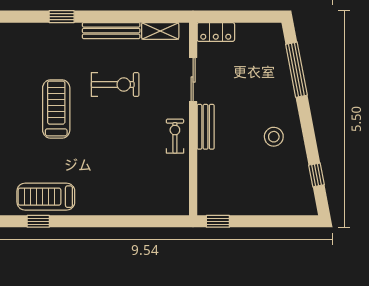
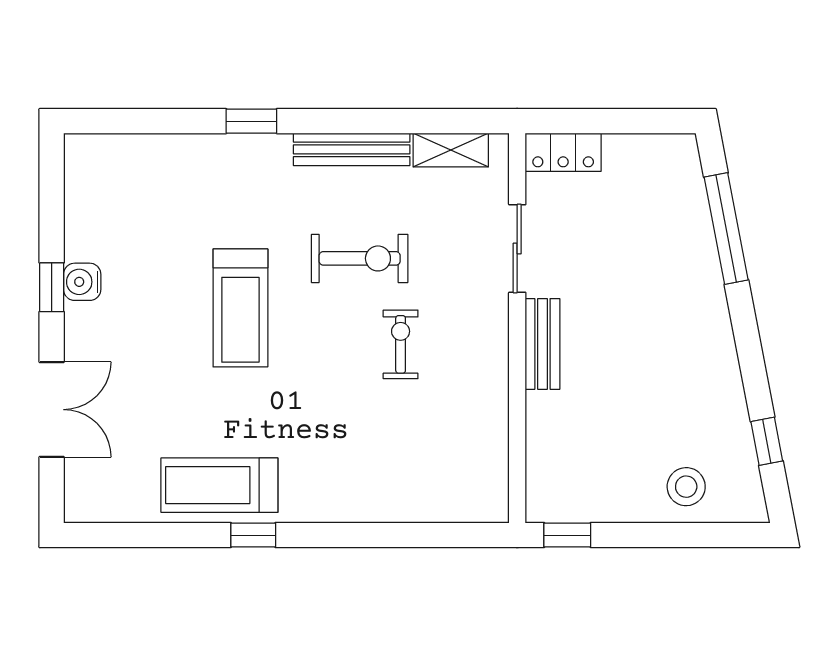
treadmill: (56, 109) -> (240, 308), turned 180
exercise bike: (175, 136) -> (401, 344), moved
stool: (274, 137) -> (686, 487), moved
window: (38, 221) -> (253, 535), moved

